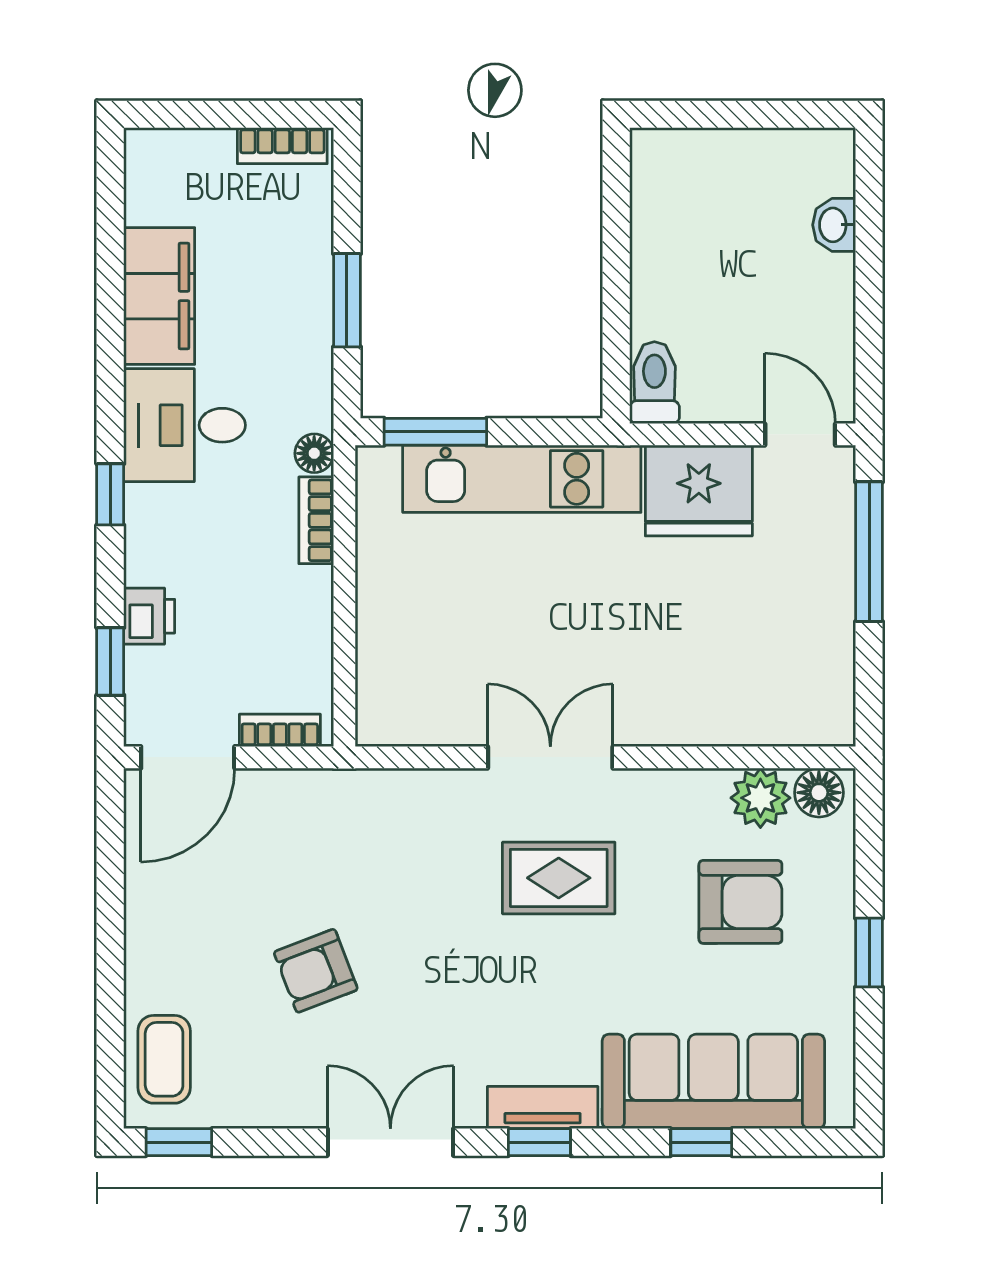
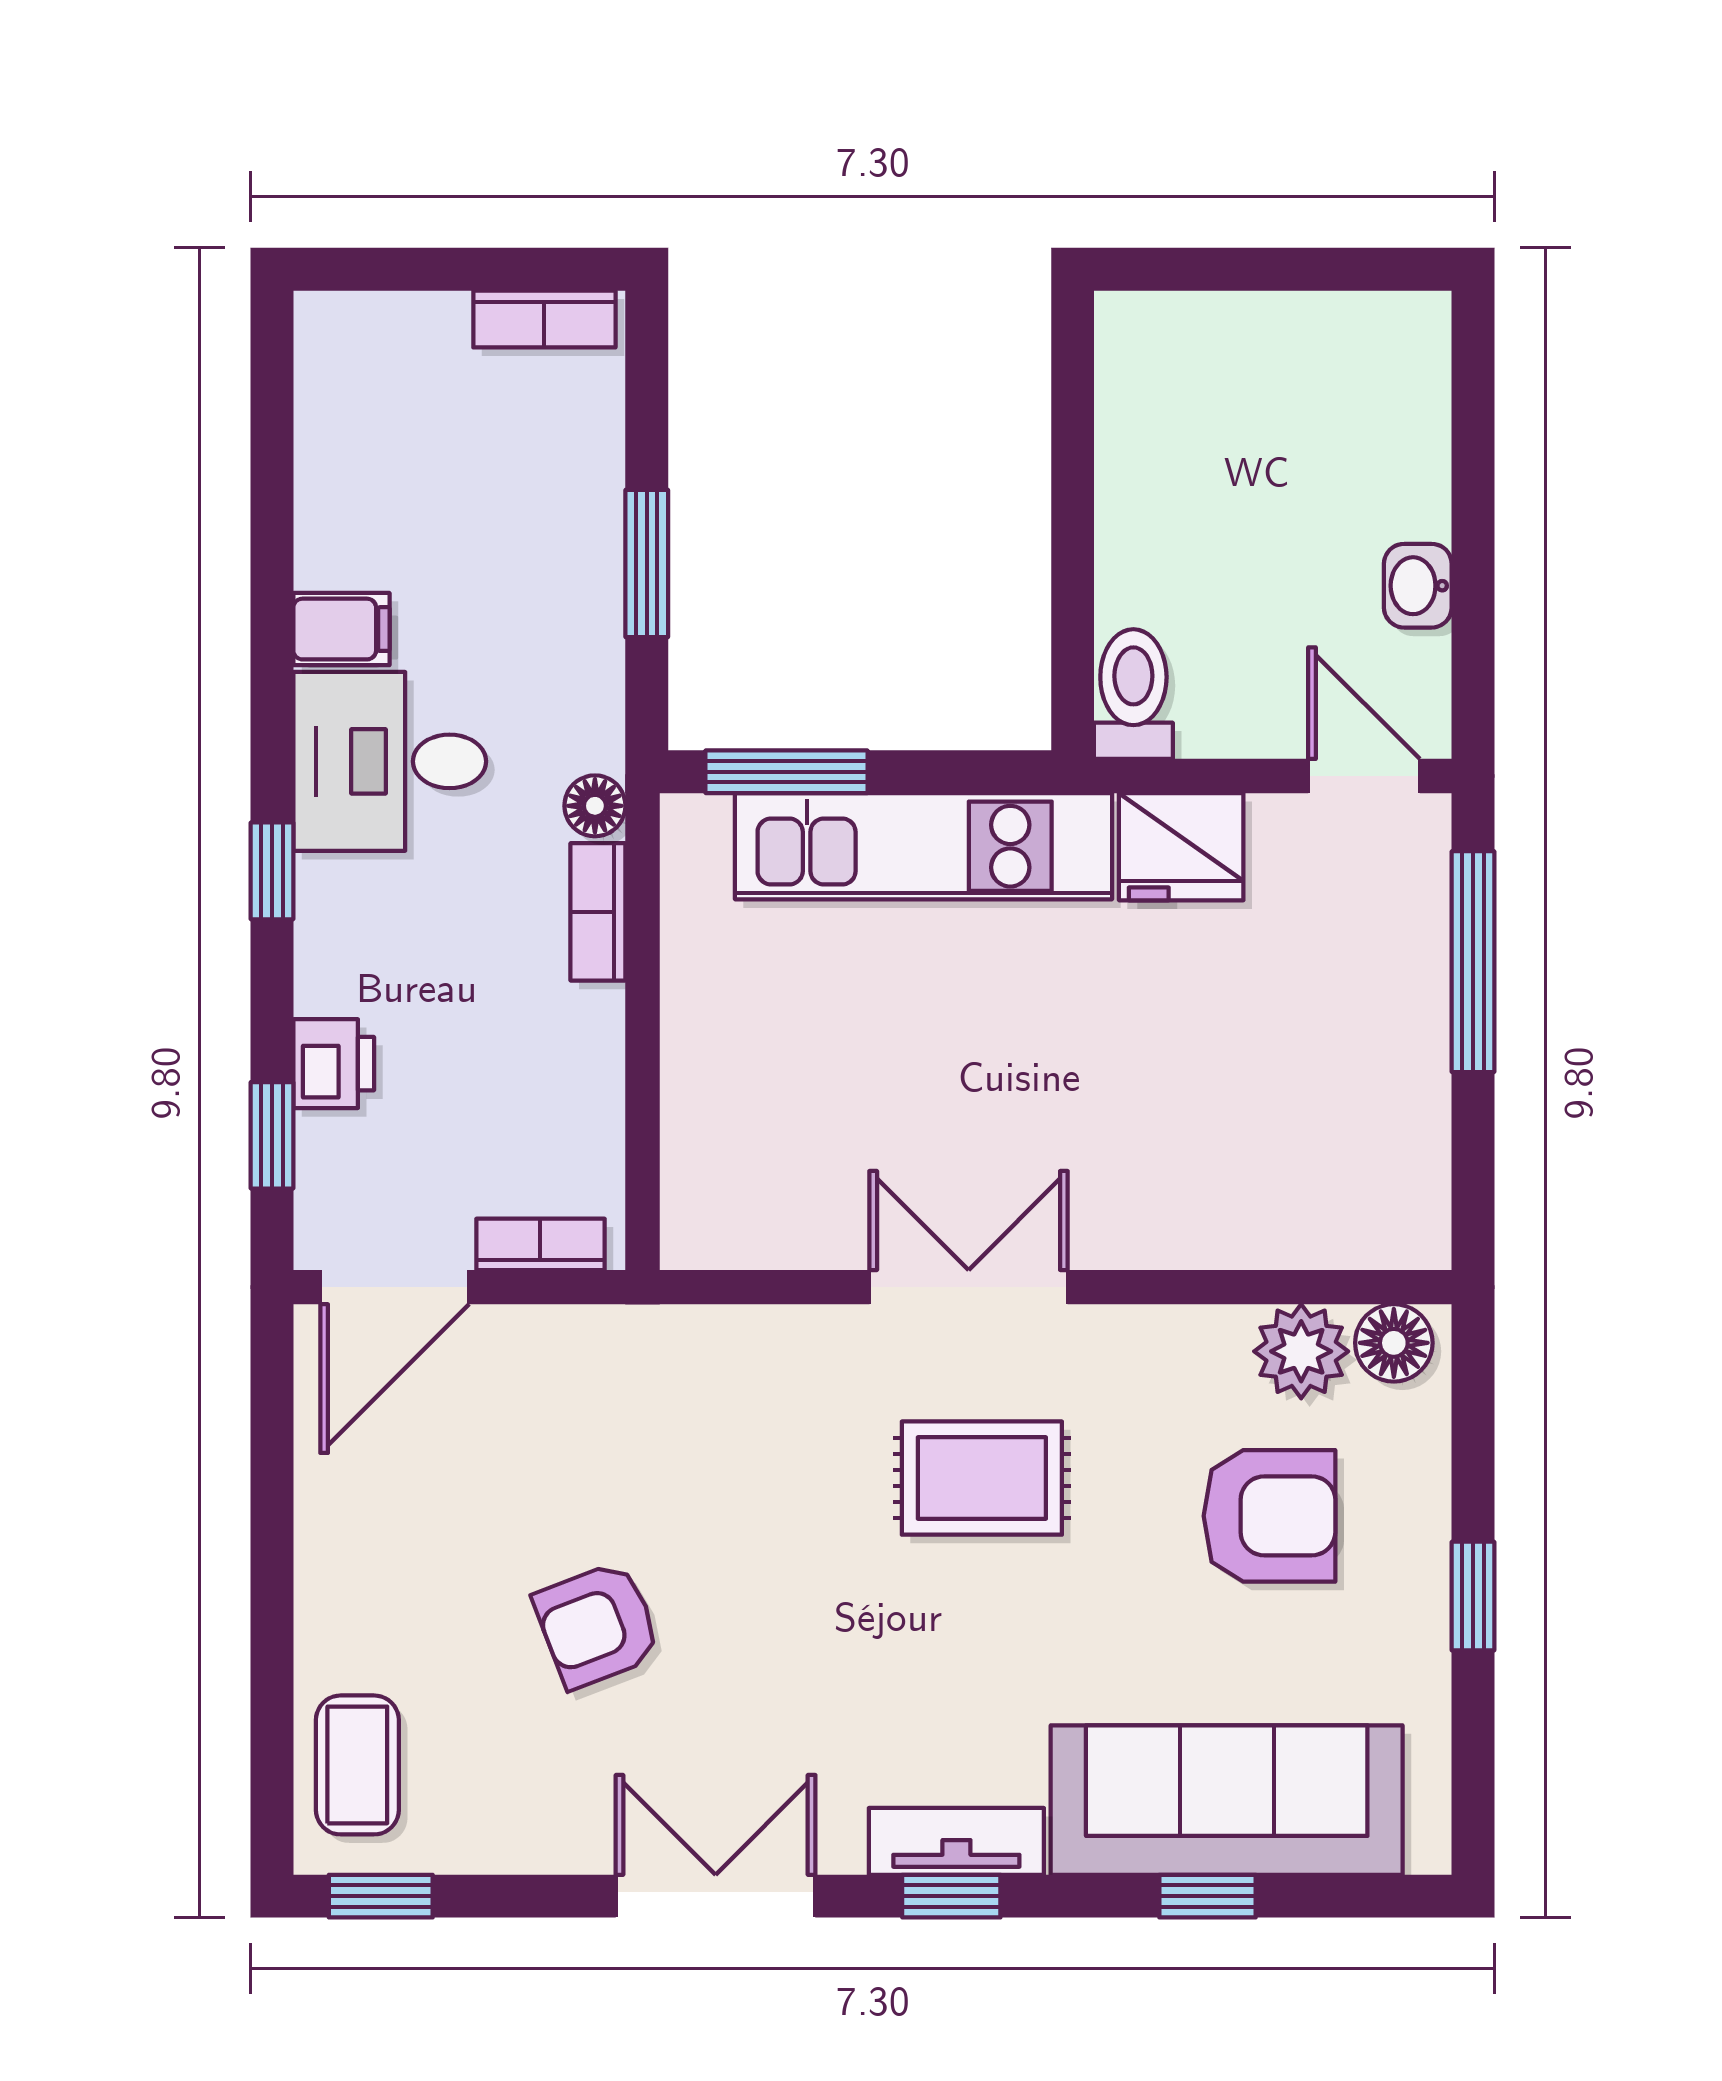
washbasin: (834, 225) -> (1418, 586), moved
filing cabinet: (159, 296) -> (341, 629), width x0.33, depth x0.86
fridge: (699, 491) -> (1181, 847), width x0.73, depth x0.75

